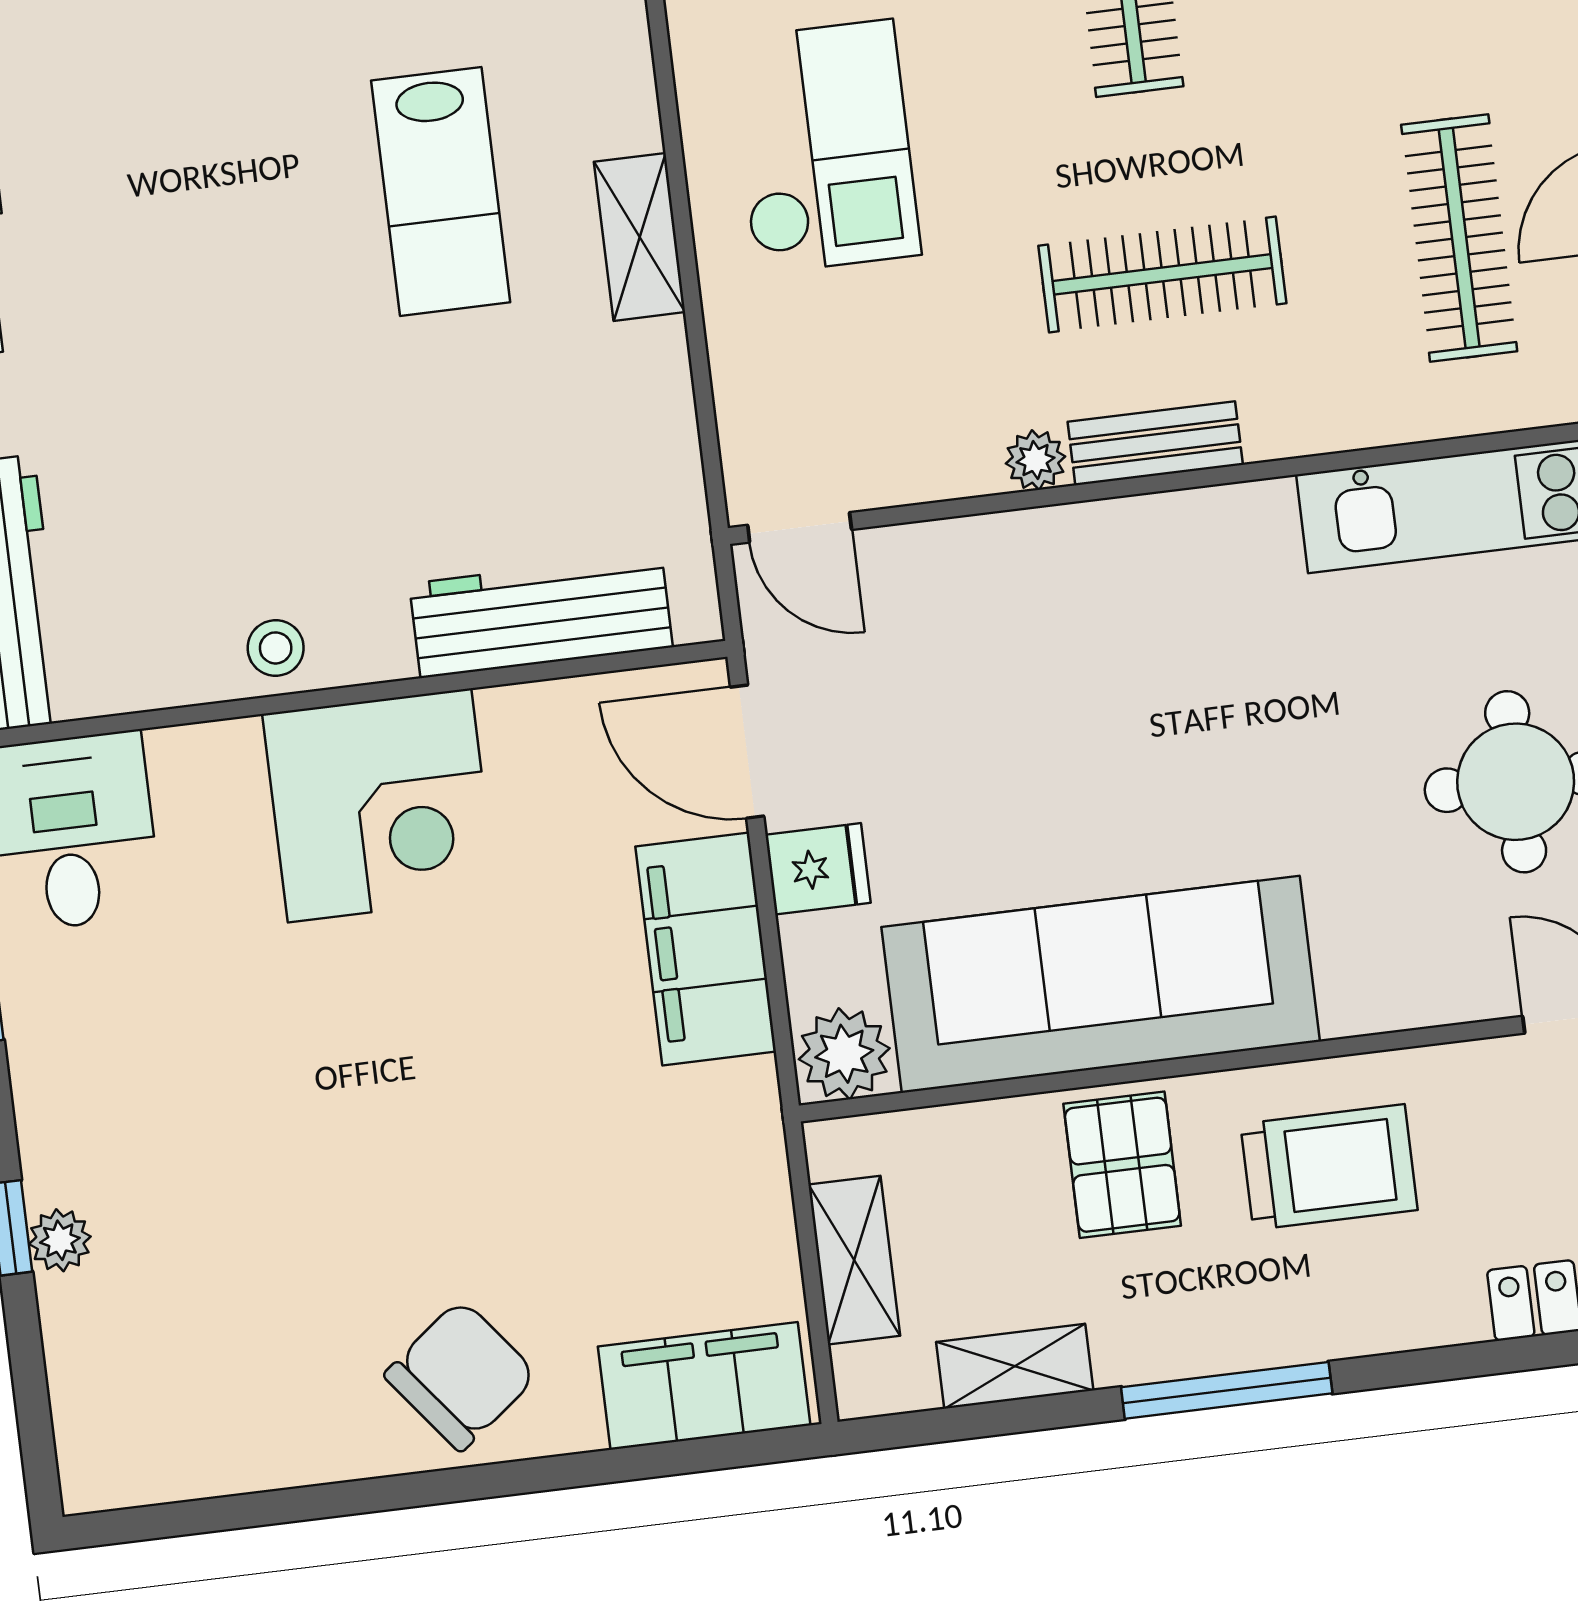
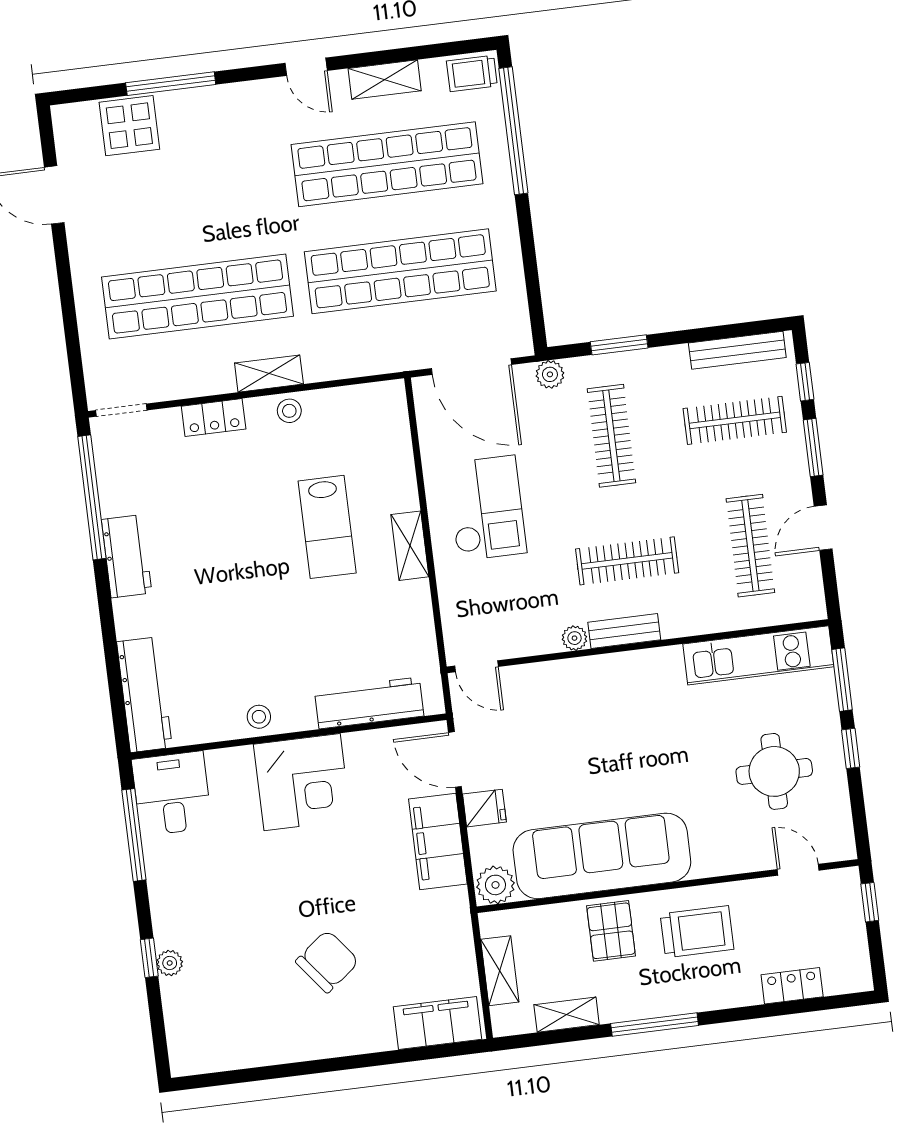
chair: (461, 1375) -> (327, 961), moved

